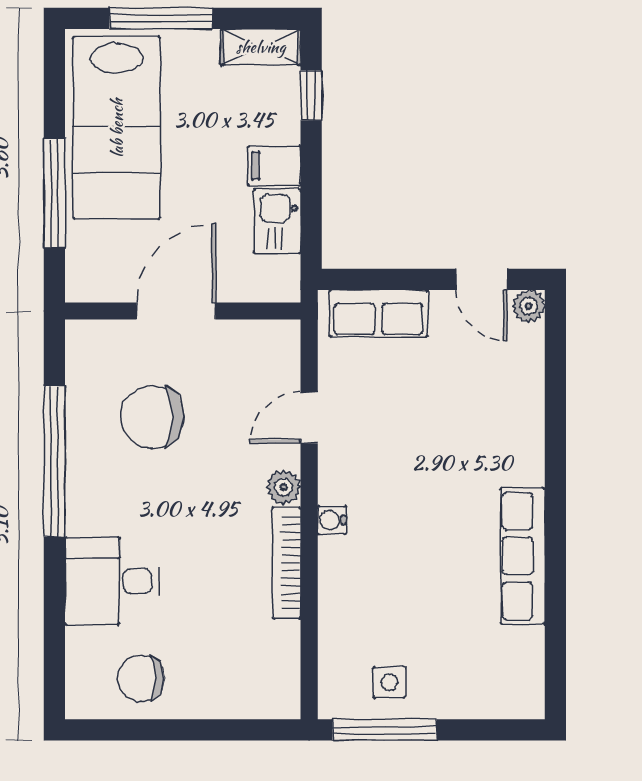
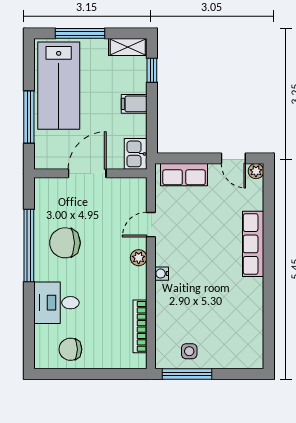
kitchen sink: (277, 221) -> (136, 154), moved
chair: (152, 417) -> (65, 243), moved
row of seats: (523, 556) -> (253, 244), moved
bookcase: (286, 563) -> (140, 326), moved

